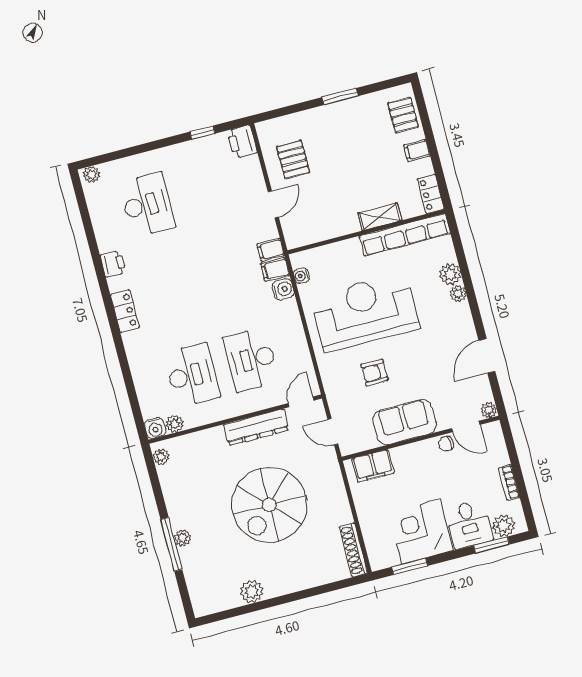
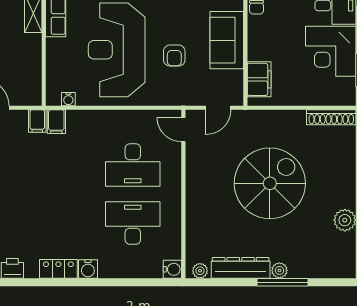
water cooler: (283, 289) -> (88, 269), moved, turned 180
plant: (175, 424) -> (173, 250), removed
dresser: (256, 427) -> (241, 268), moved, turned -90
spiral stairs: (269, 505) -> (270, 183), turned -90

